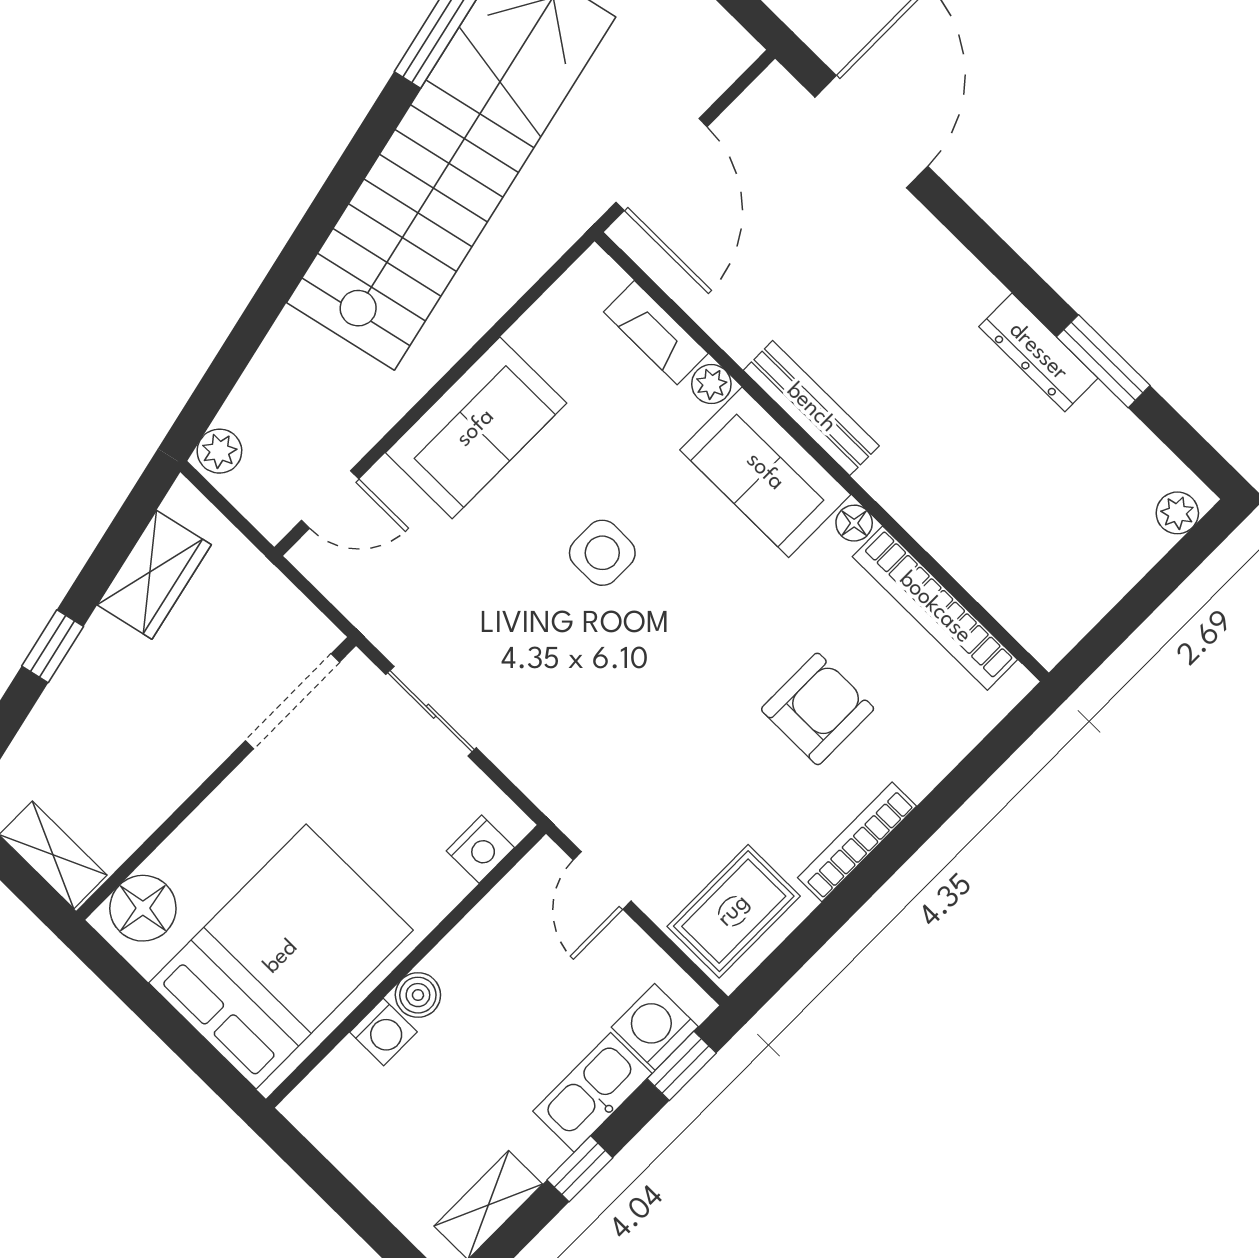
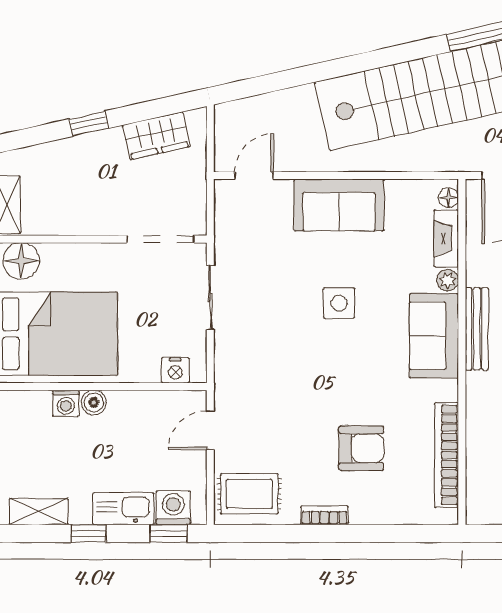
plant: (219, 451) -> (230, 113), removed
door: (330, 500) -> (254, 176), swing flipped
floor lamp: (854, 523) -> (448, 198), moved
bookcase: (857, 842) -> (324, 515), width x0.64

